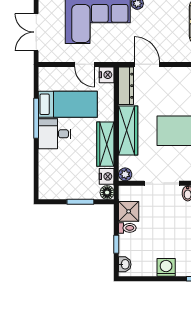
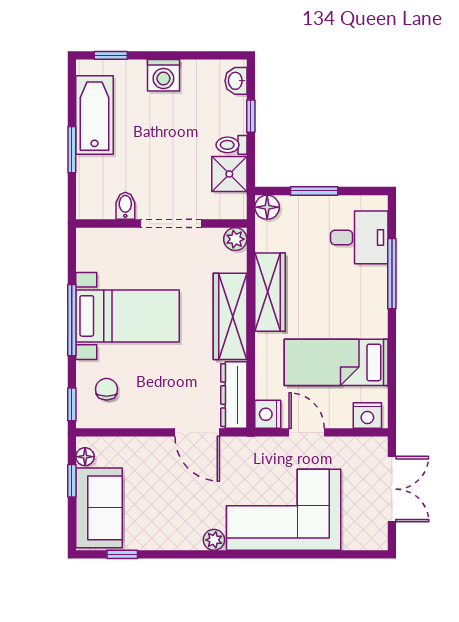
window: (36, 118) -> (392, 274), moved
desk: (55, 134) -> (359, 237), moved
nightstand: (107, 176) -> (367, 415), moved, turned -90

